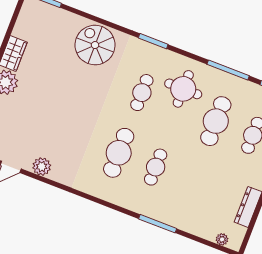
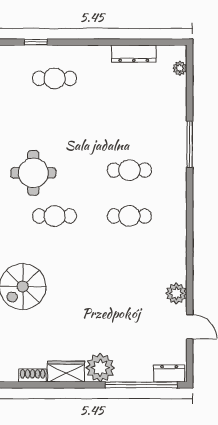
shoe rack: (20, 25) -> (33, 376), added
cafe table: (216, 121) -> (55, 124), removed
cafe table: (119, 153) -> (129, 216), width x0.73, depth x0.74

